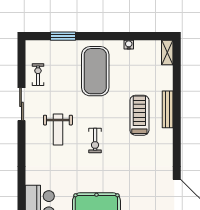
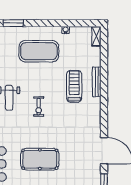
exercise mat: (95, 71) -> (39, 51), turned 90

